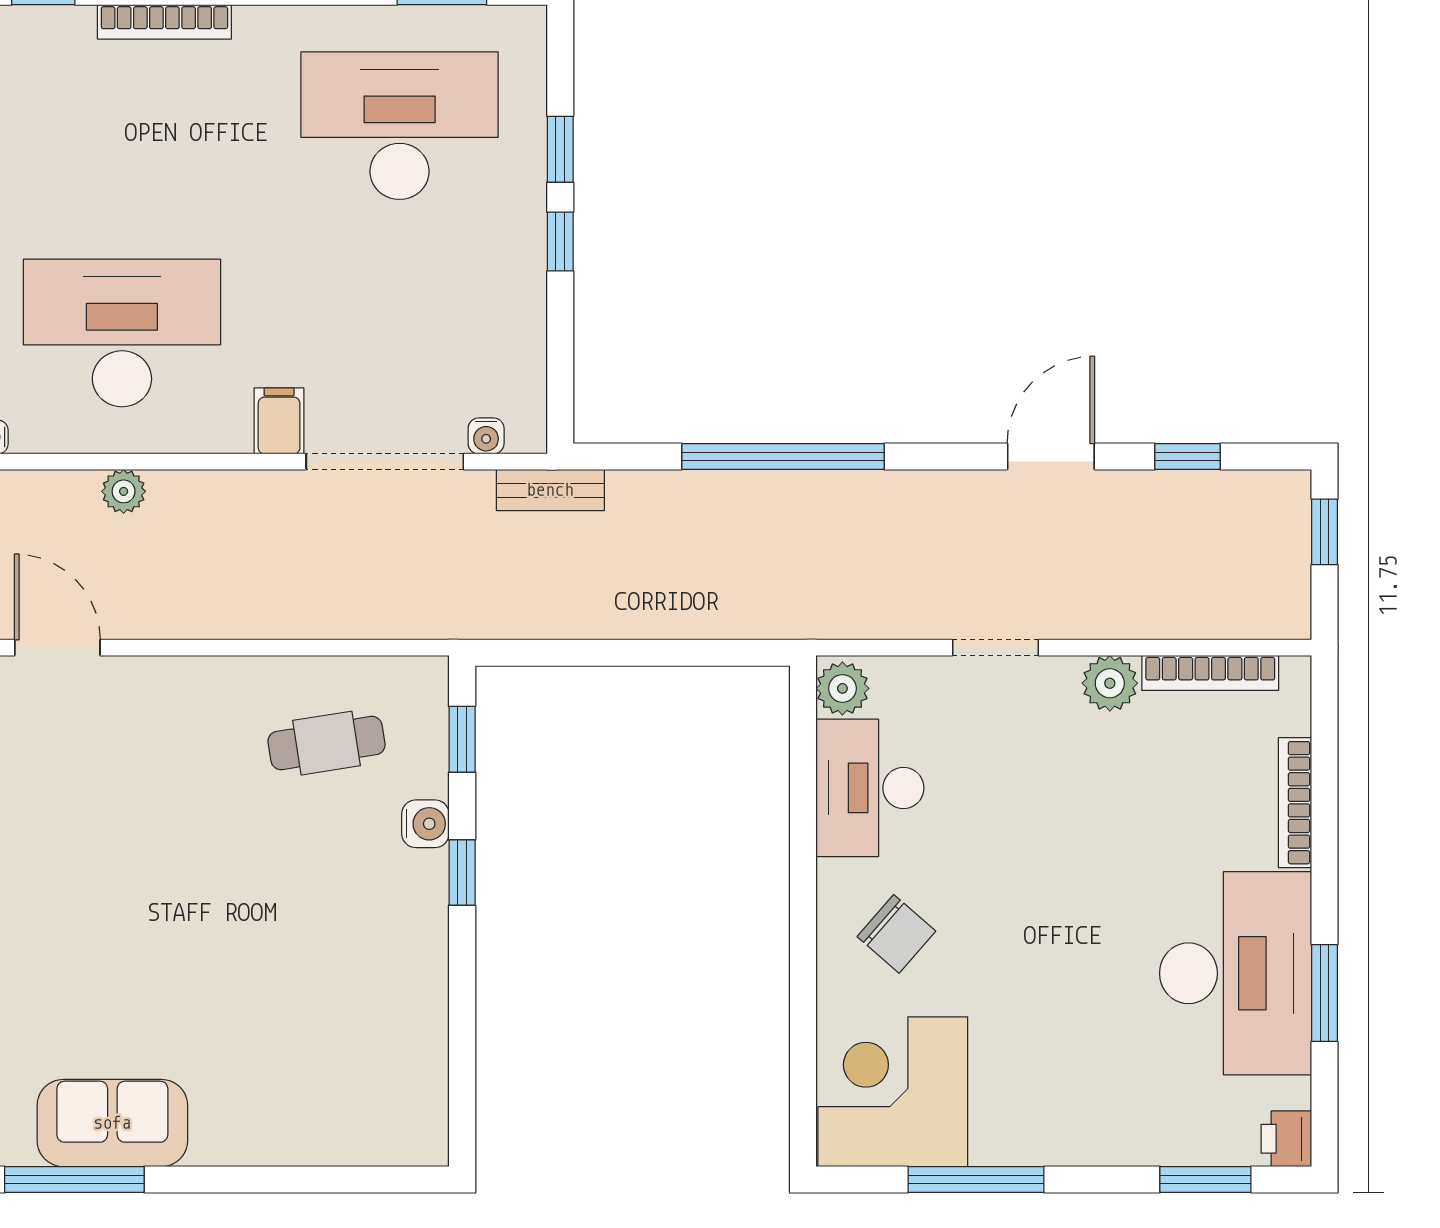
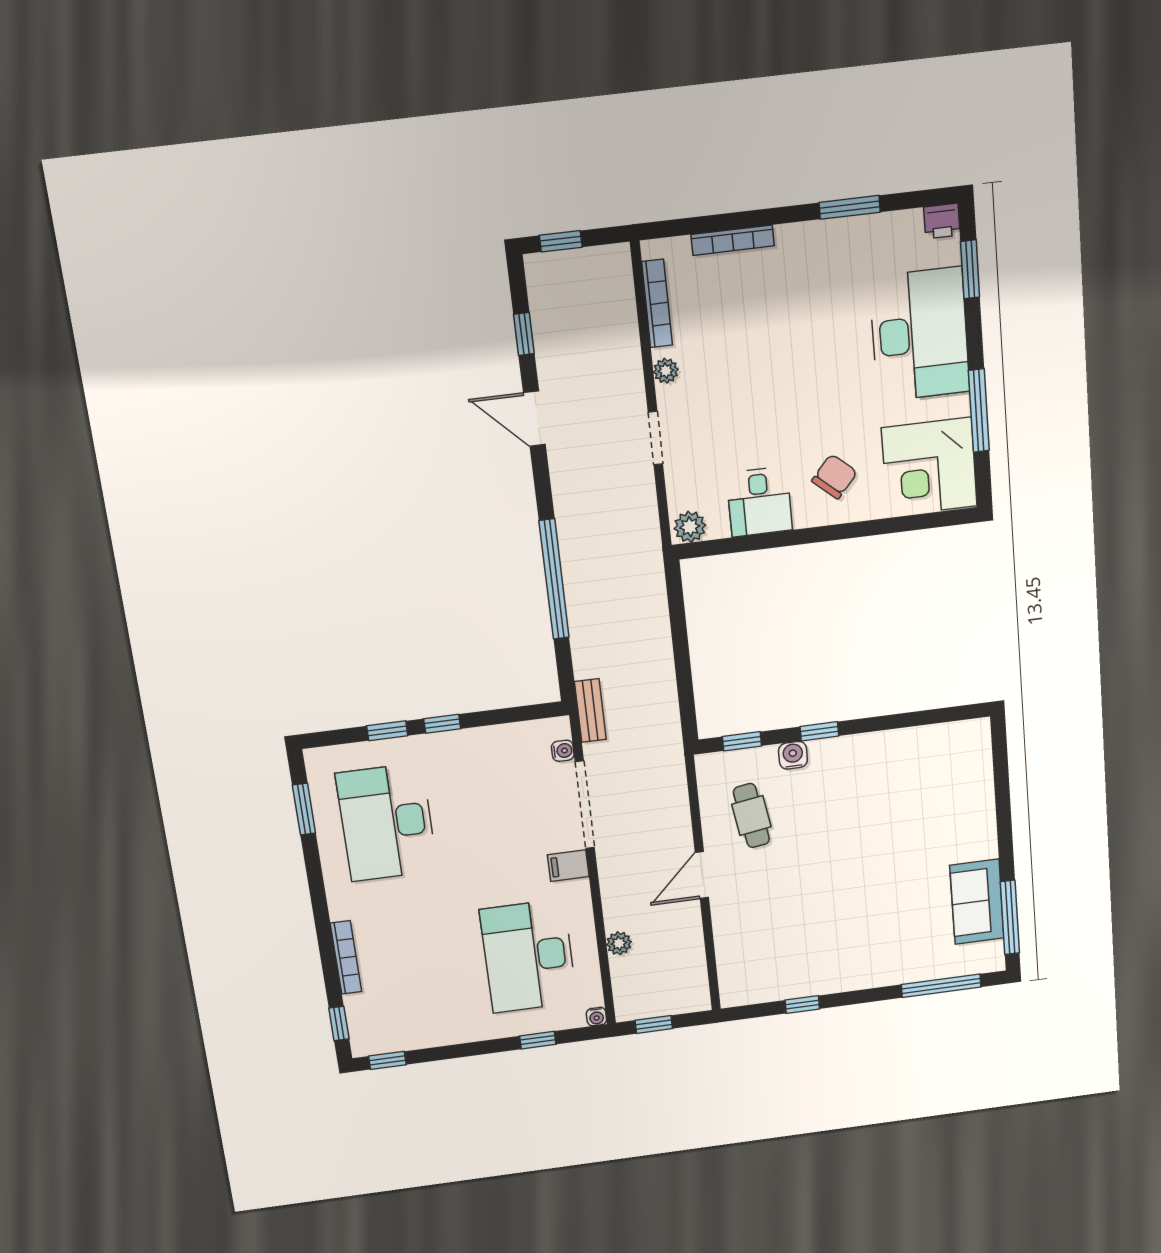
door: (57, 648) -> (702, 875), moved
plant: (1110, 683) -> (666, 371), width x0.73, depth x0.73
desk: (870, 788) -> (759, 502), width x0.73
desk: (1236, 973) -> (920, 334), moved, turned 90

